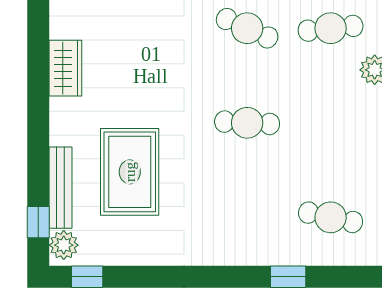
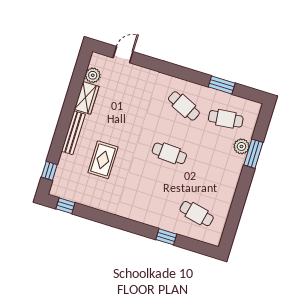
rug: (130, 172) -> (103, 160), width x0.73, depth x0.70
bench: (61, 188) -> (73, 133), moved
plant: (64, 245) -> (93, 75), moved

